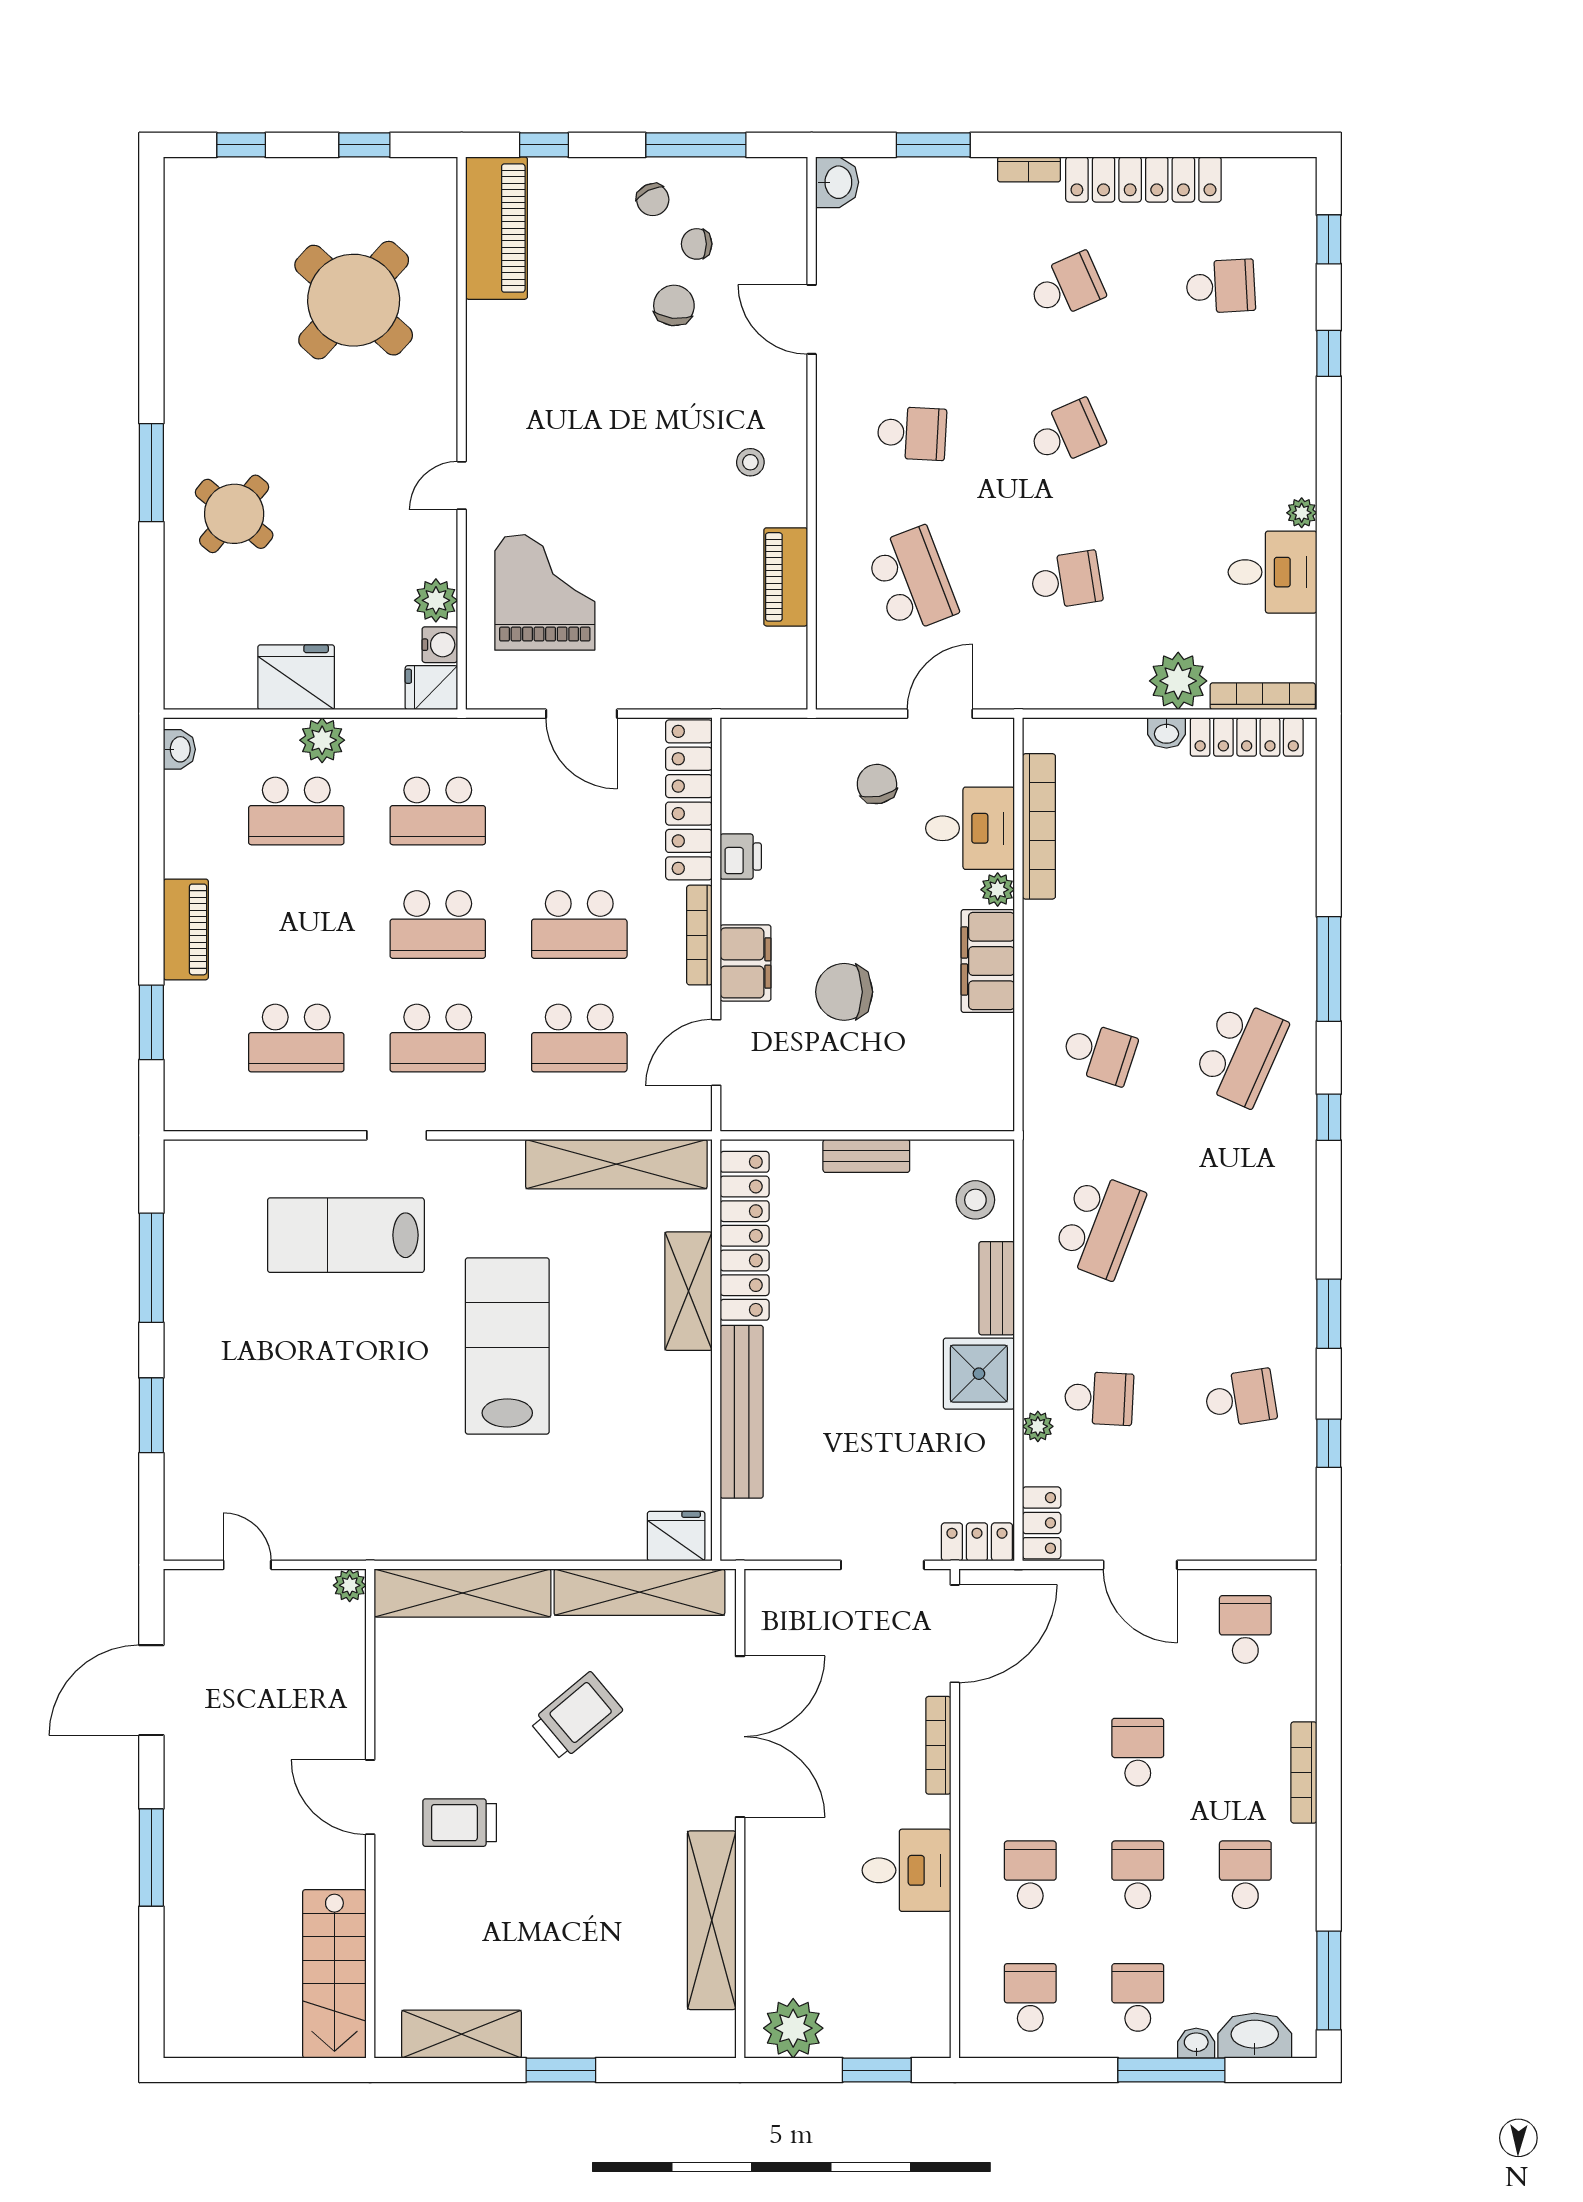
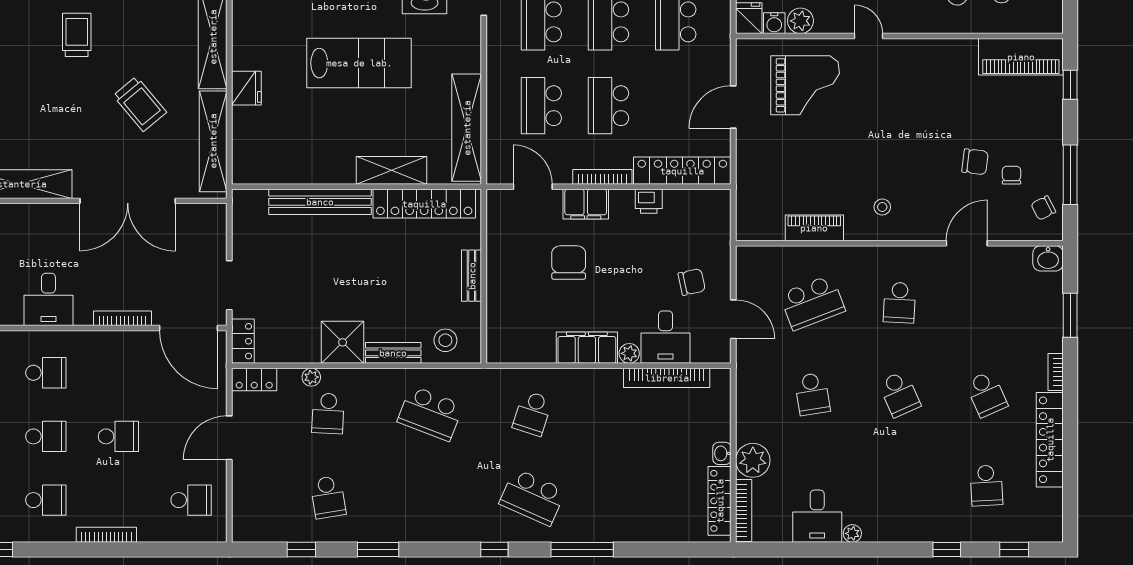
chair: (653, 200) -> (1043, 208), moved
fridge: (676, 1536) -> (246, 88), moved

